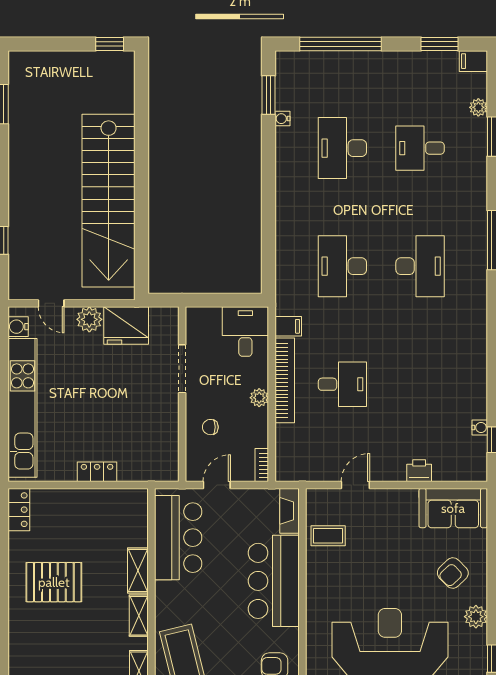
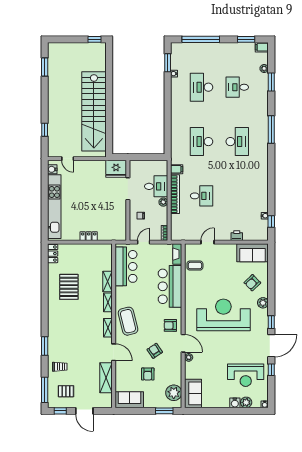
plant: (89, 319) -> (85, 166), removed
fridge: (126, 325) -> (116, 169), moved
desk: (245, 332) -> (156, 186), moved, turned 90
pallet: (54, 582) -> (69, 287), turned 90

